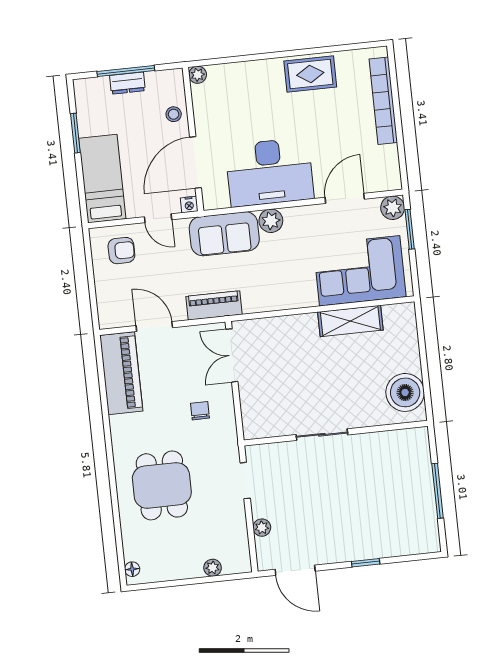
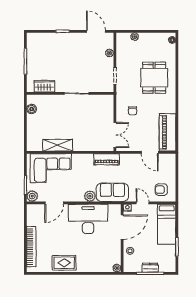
piano: (214, 305) -> (106, 159), moved
boiler: (405, 392) -> (31, 109), width x0.54, depth x0.54
wardrobe: (392, 442) -> (44, 86), added

